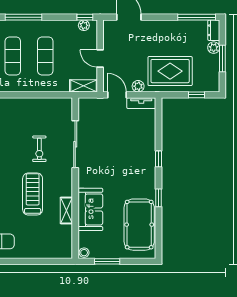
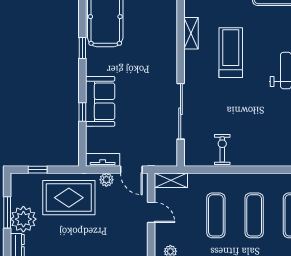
plant: (214, 48) -> (23, 219), width x1.88, depth x1.88
exercise bike: (39, 149) -> (222, 149), moved
window: (158, 159) -> (82, 112), moved
treadmill: (33, 194) -> (231, 53), turned 180
sofa: (90, 209) -> (100, 101), moved, turned 180

